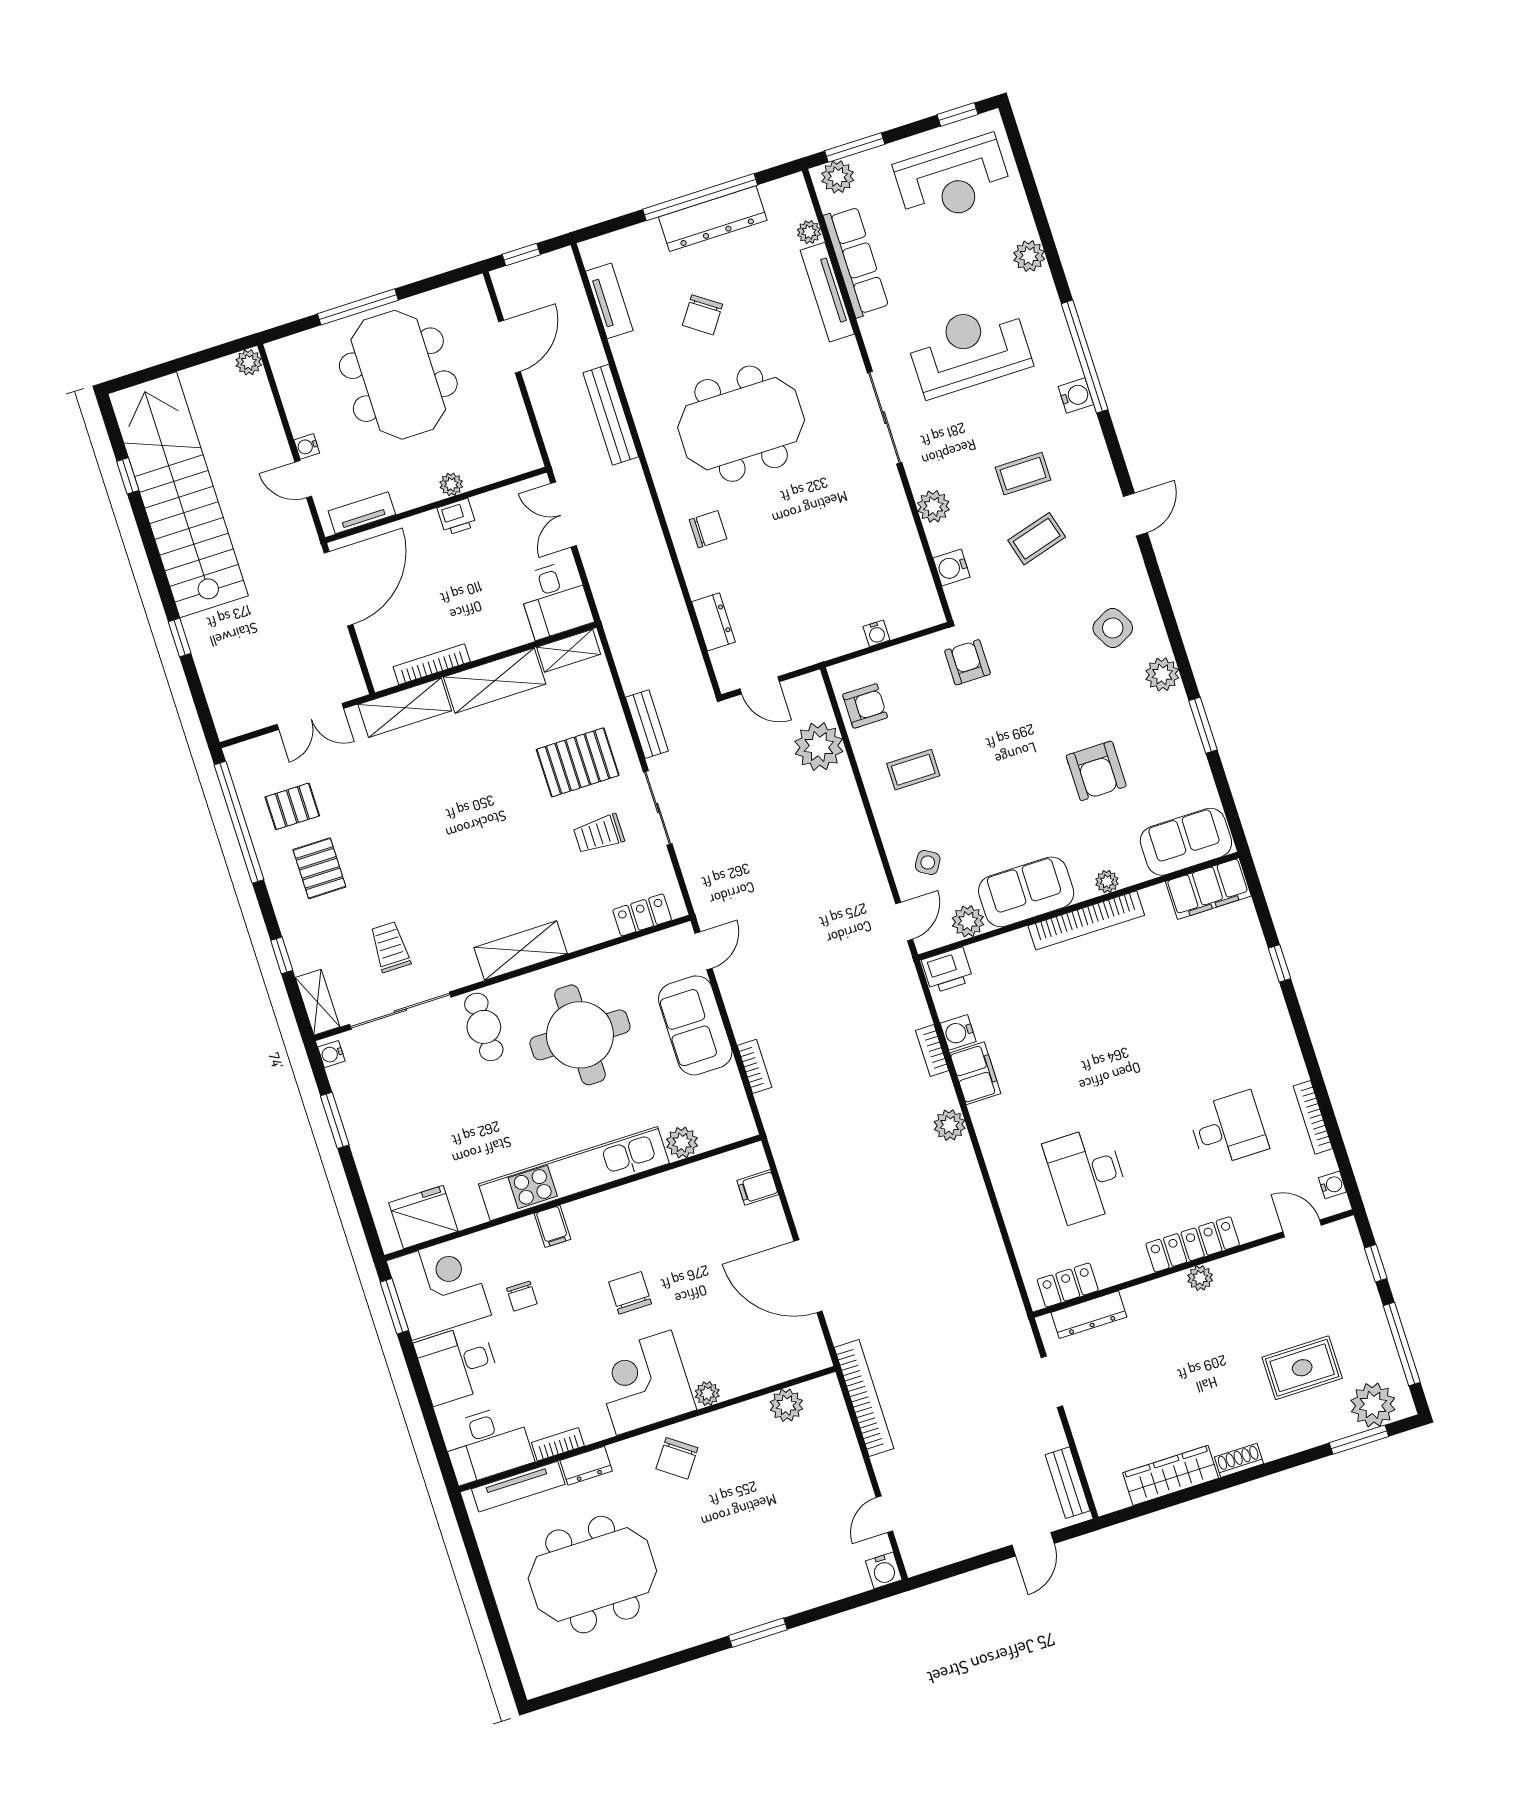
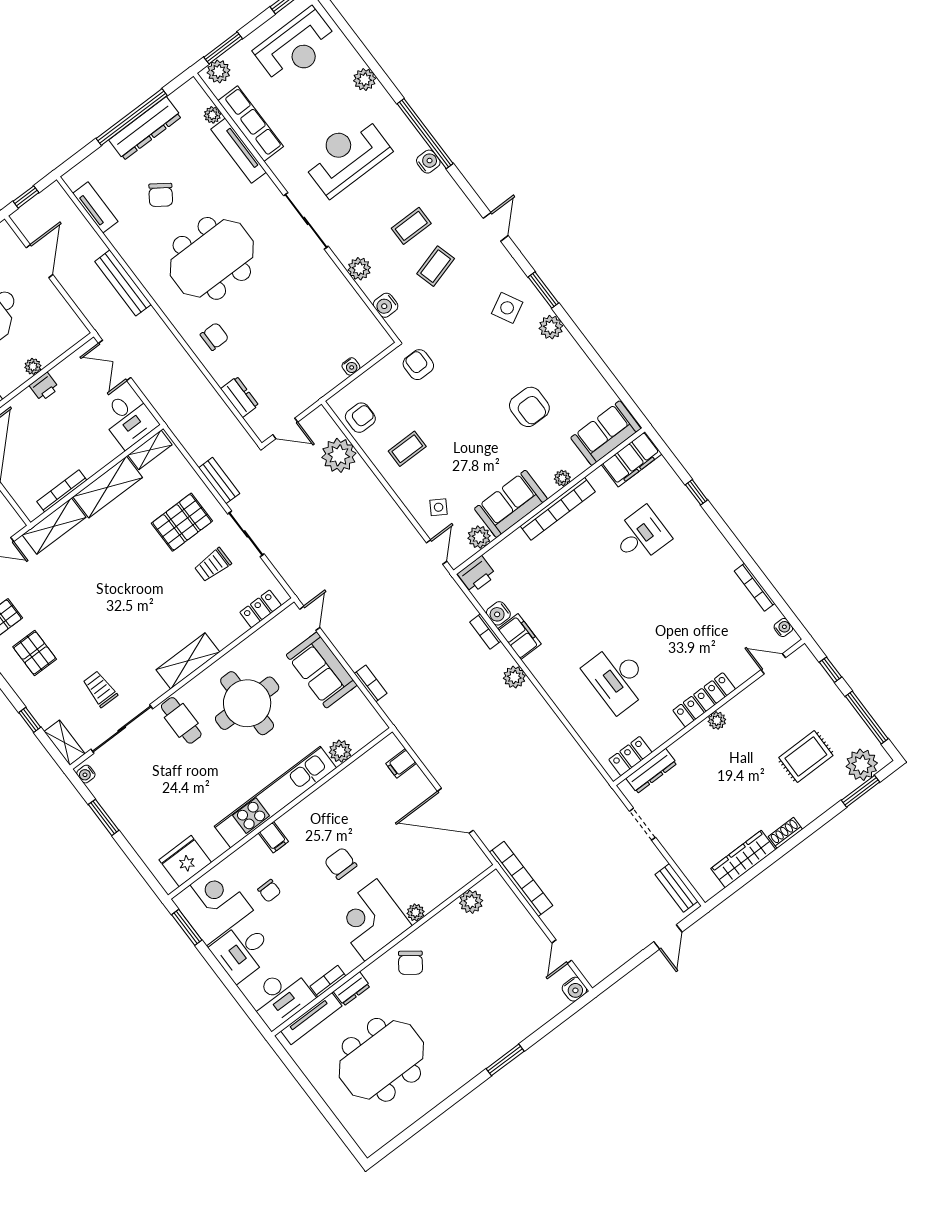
window: (1203, 725) -> (543, 290), moved
desk: (1228, 1129) -> (641, 536), moved

